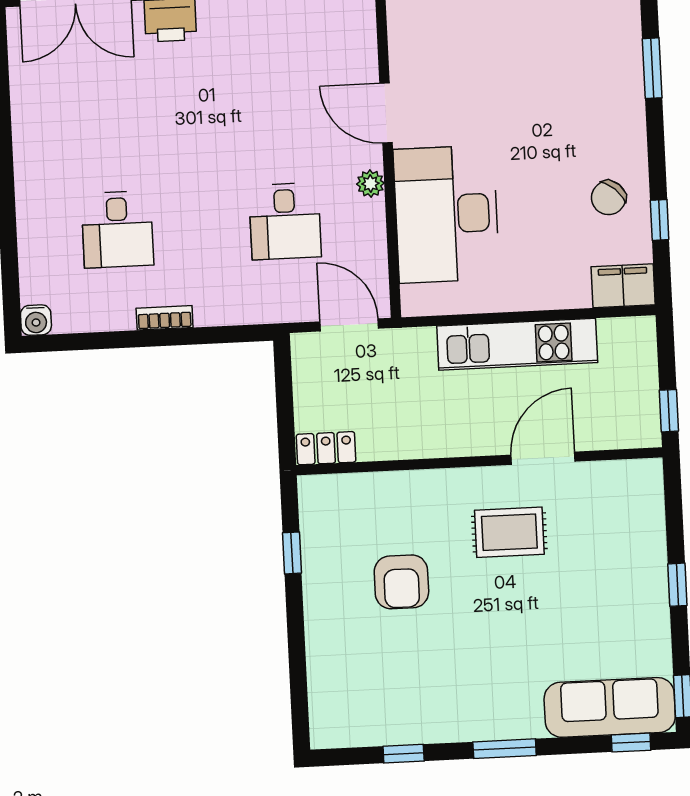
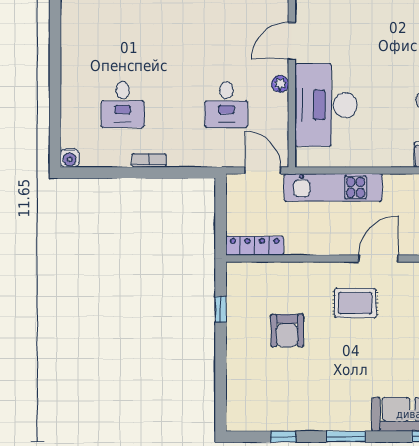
door: (386, 113) -> (292, 41), hinge flipped
kitchen unit: (517, 344) -> (333, 187), moved
locker: (326, 448) -> (255, 246), width x1.53

